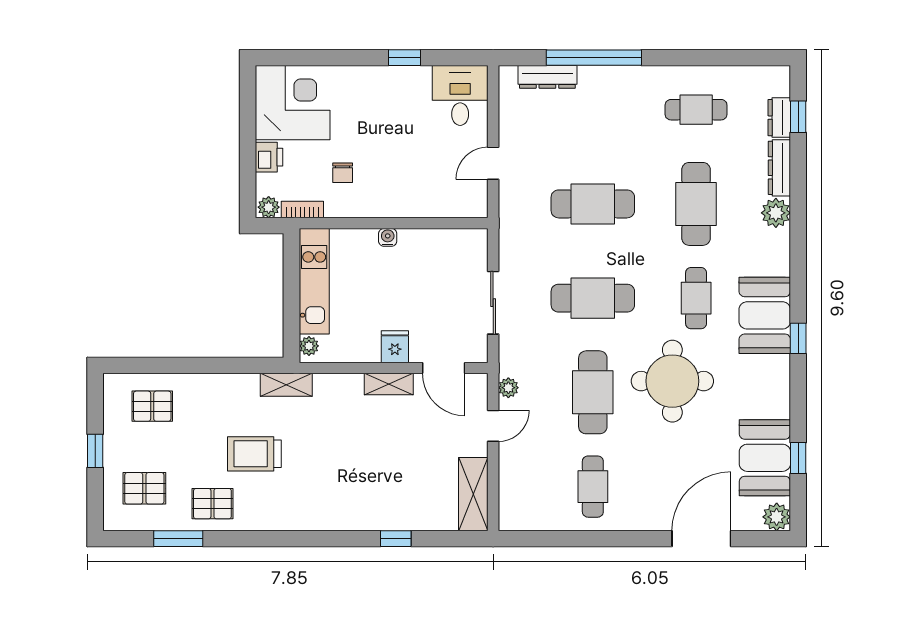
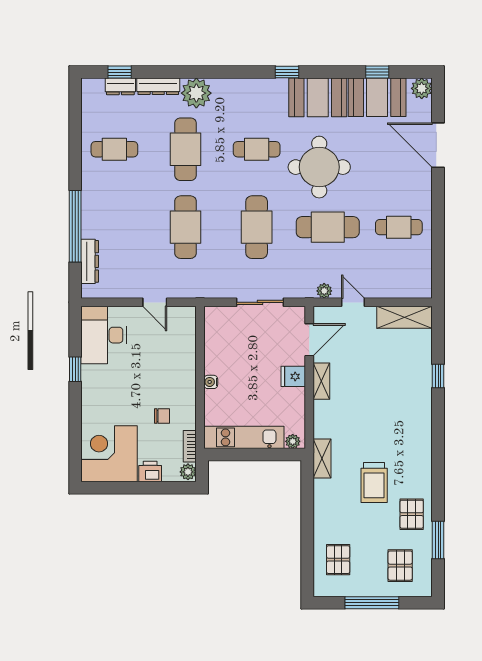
desk: (460, 95) -> (104, 335), width x1.37
cafe table: (696, 110) -> (114, 149), turned 90
cafe table: (696, 204) -> (186, 149), turned 90
plant: (776, 213) -> (196, 93), width x1.36, depth x1.36
booth: (765, 315) -> (318, 97), moved
window: (95, 451) -> (372, 603), width x2.17

